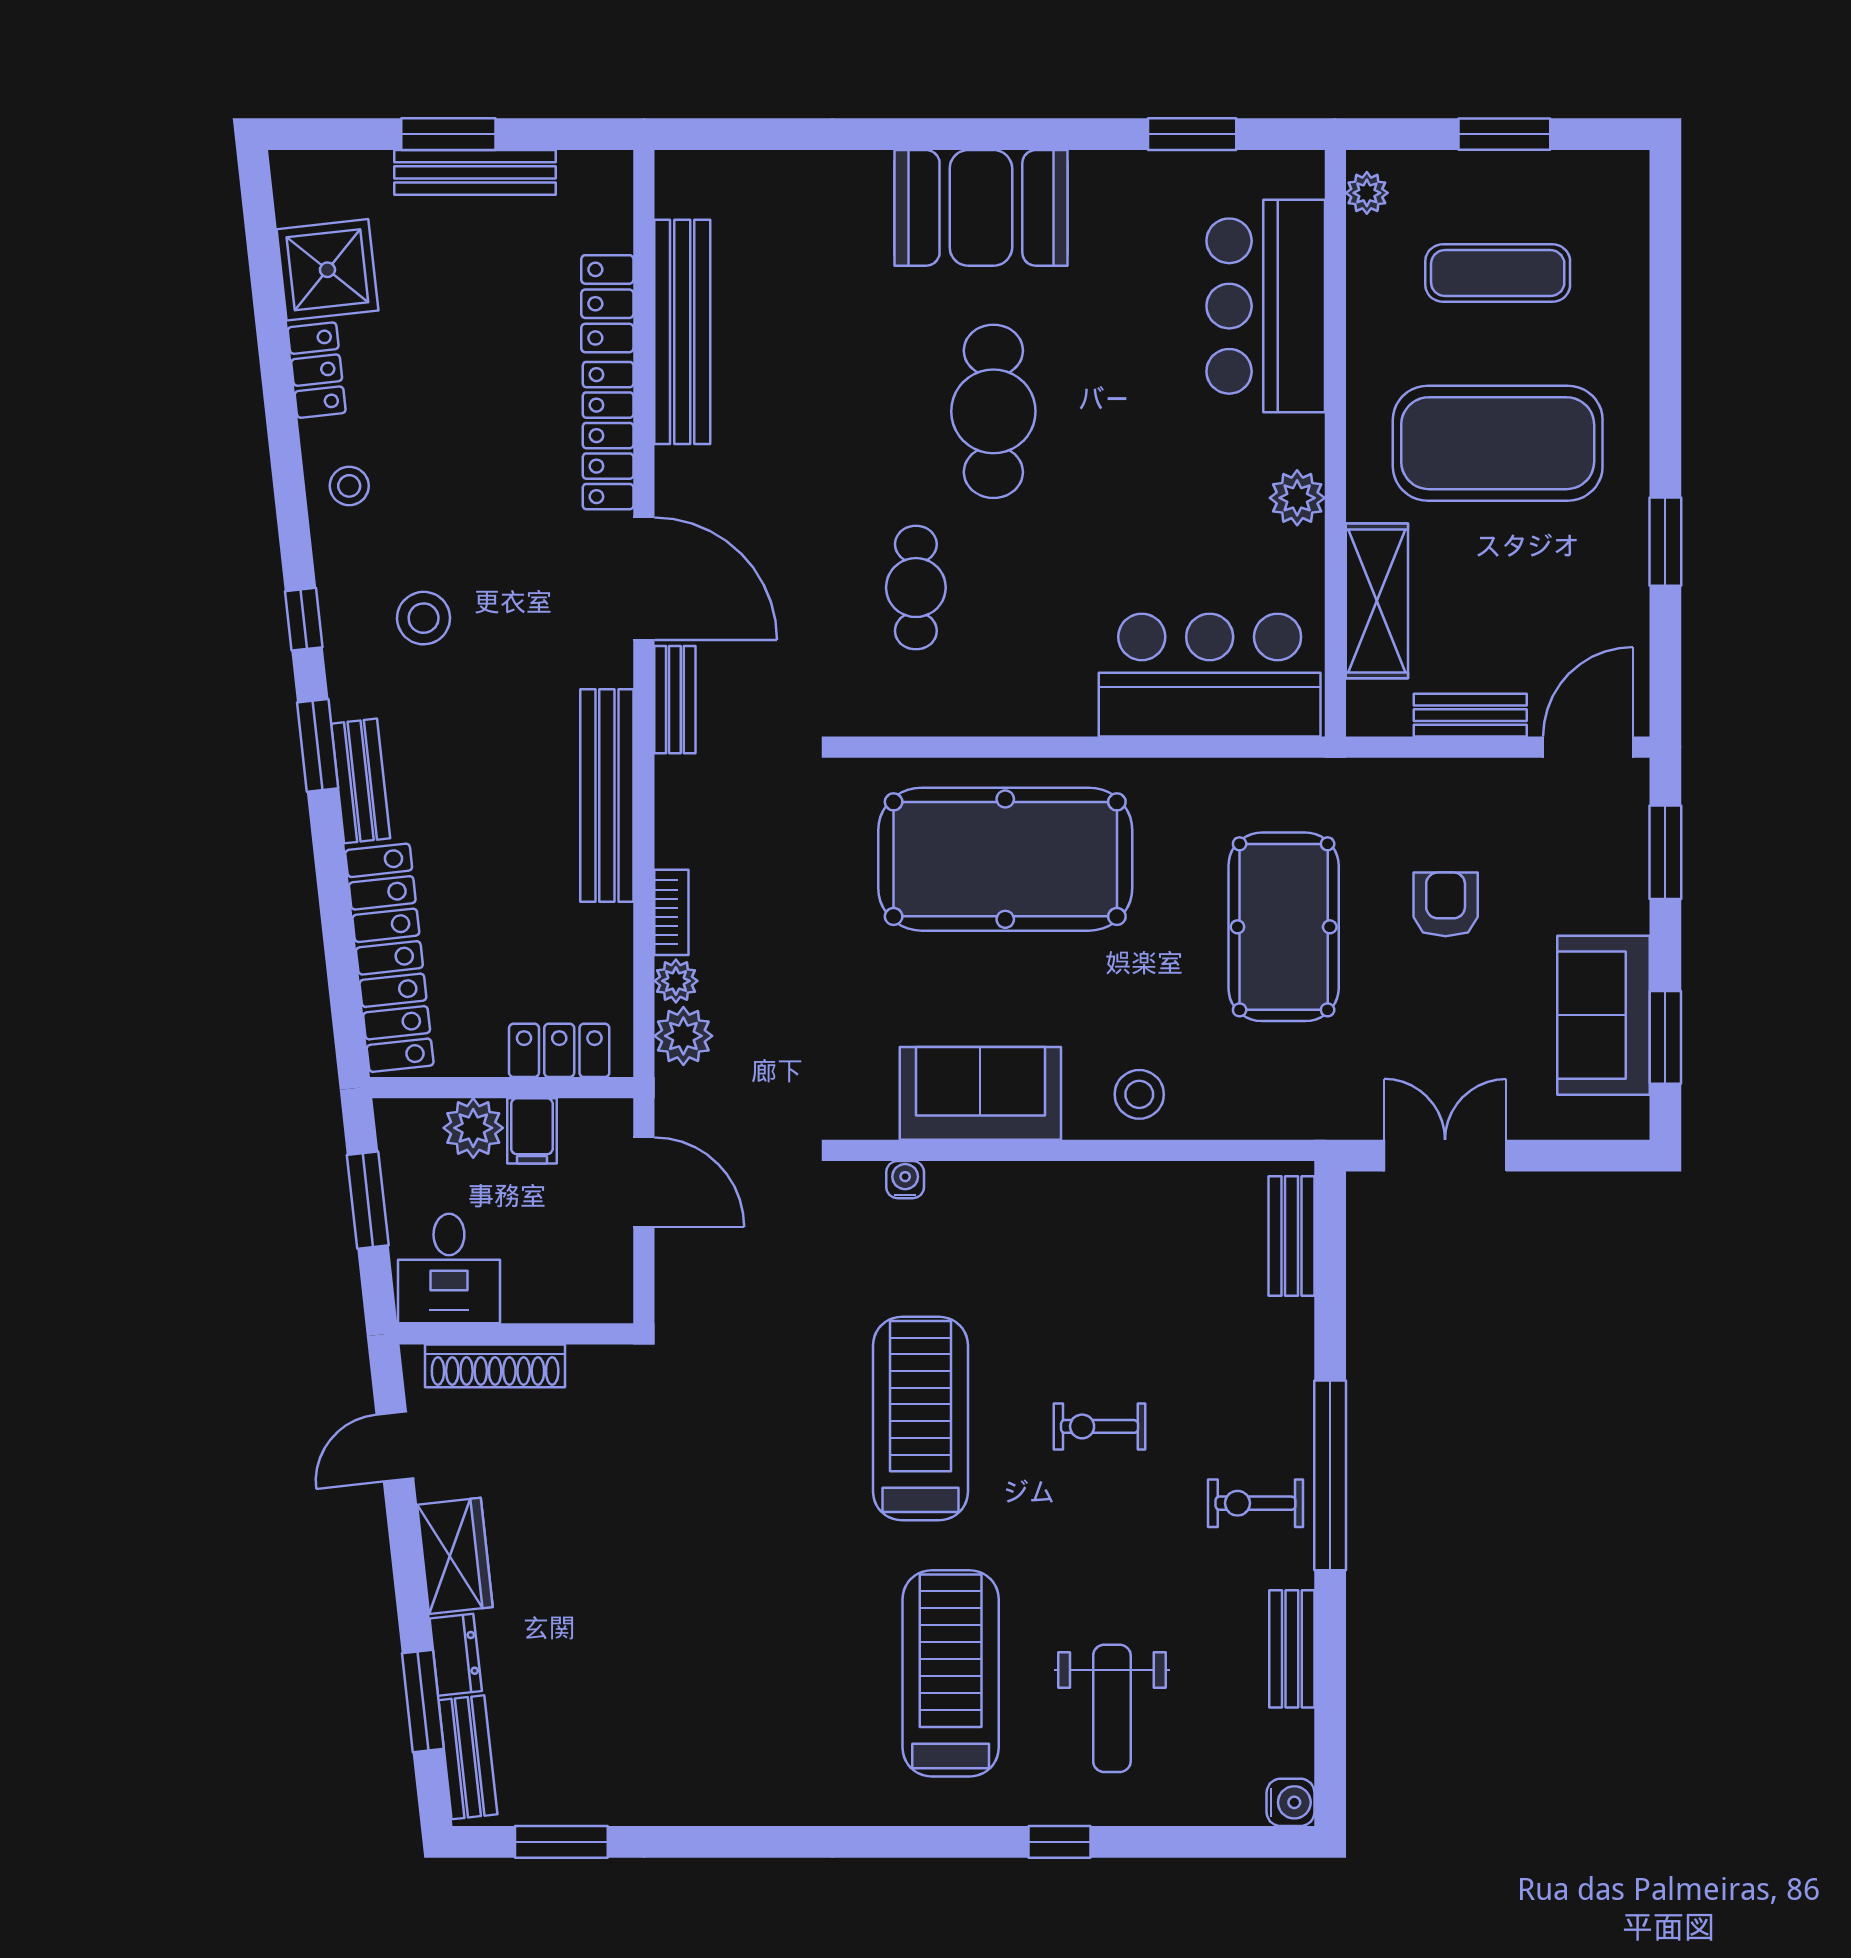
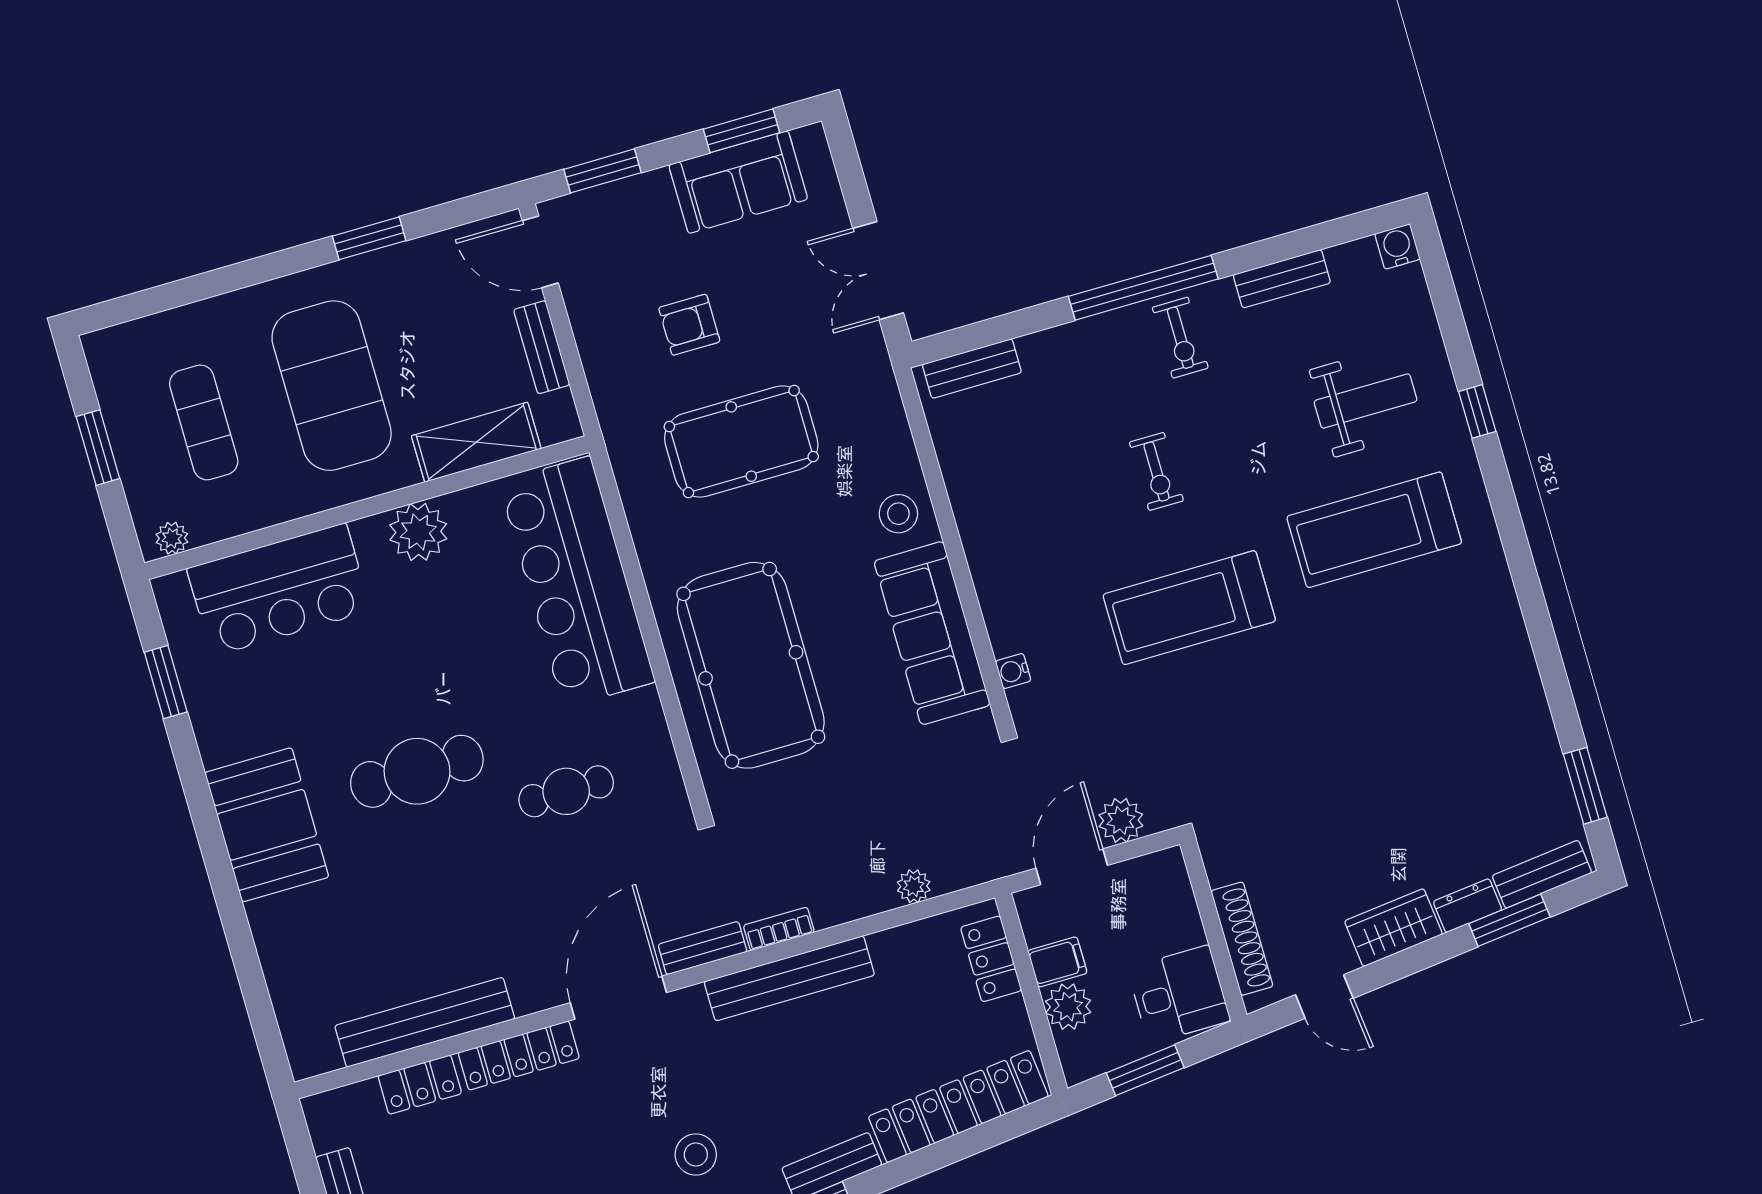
plant: (1297, 498) -> (418, 532), width x1.36, depth x1.36
bar counter: (1210, 675) -> (577, 582), width x1.36
bookcase: (671, 912) -> (779, 929), moved
plant: (683, 1036) -> (1121, 820), moved
sofa: (980, 1093) -> (932, 633), width x1.36

